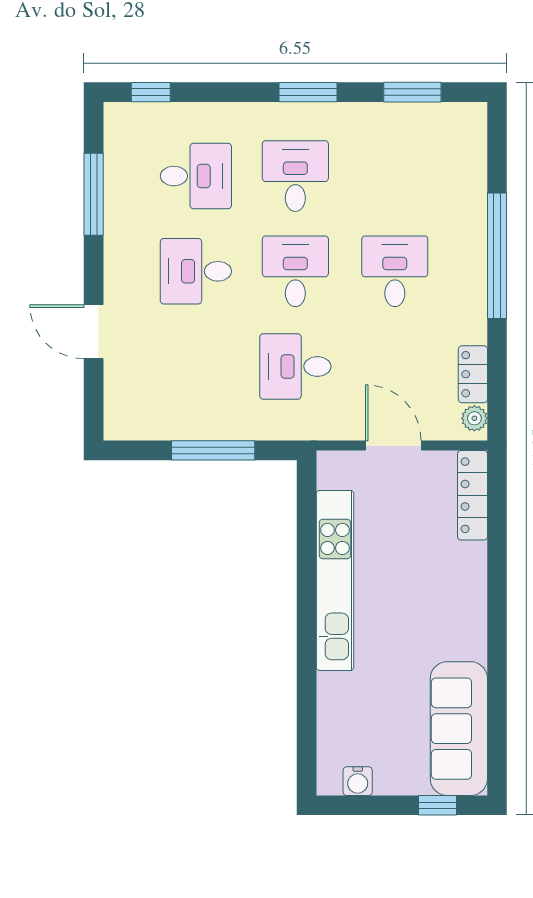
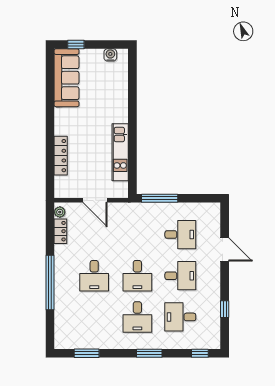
window: (308, 92) -> (149, 353), moved
window: (94, 194) -> (225, 309), width x0.46
desk: (295, 366) -> (180, 235), moved
window: (213, 450) -> (160, 198), moved
locker: (472, 495) -> (61, 156), moved
kitchen unit: (335, 580) -> (120, 152), width x0.73

